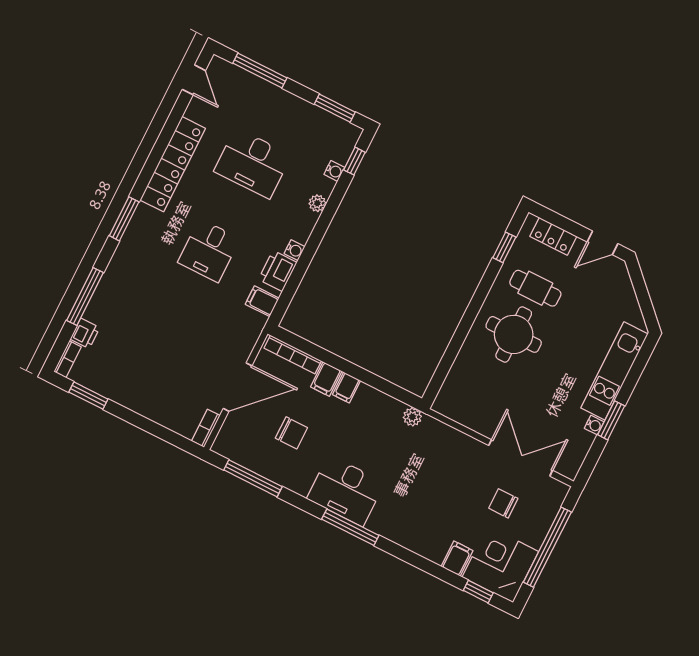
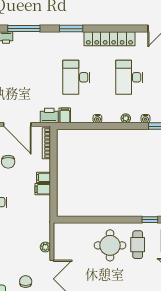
desk: (209, 250) -> (76, 77), width x1.37
printer: (278, 271) -> (49, 116), moved
filing cabinet: (326, 379) -> (43, 189), moved
plant: (412, 417) -> (45, 247), moved

